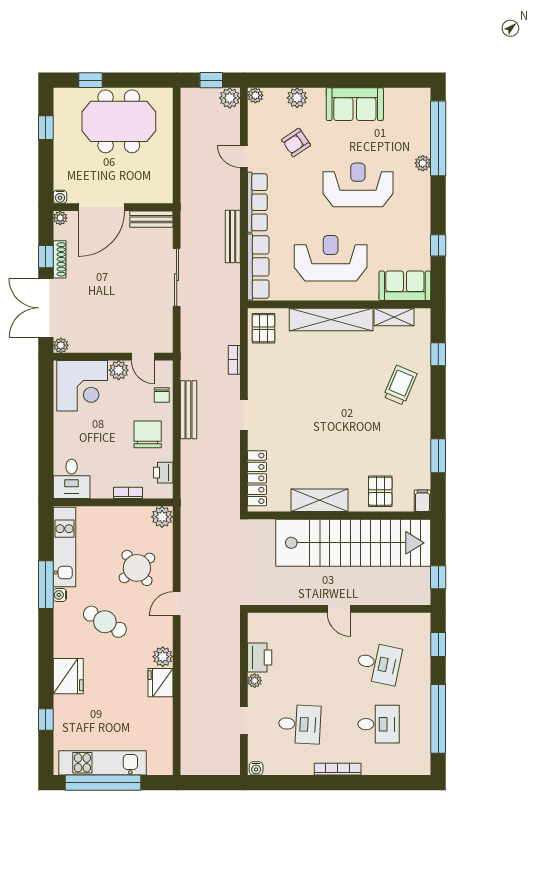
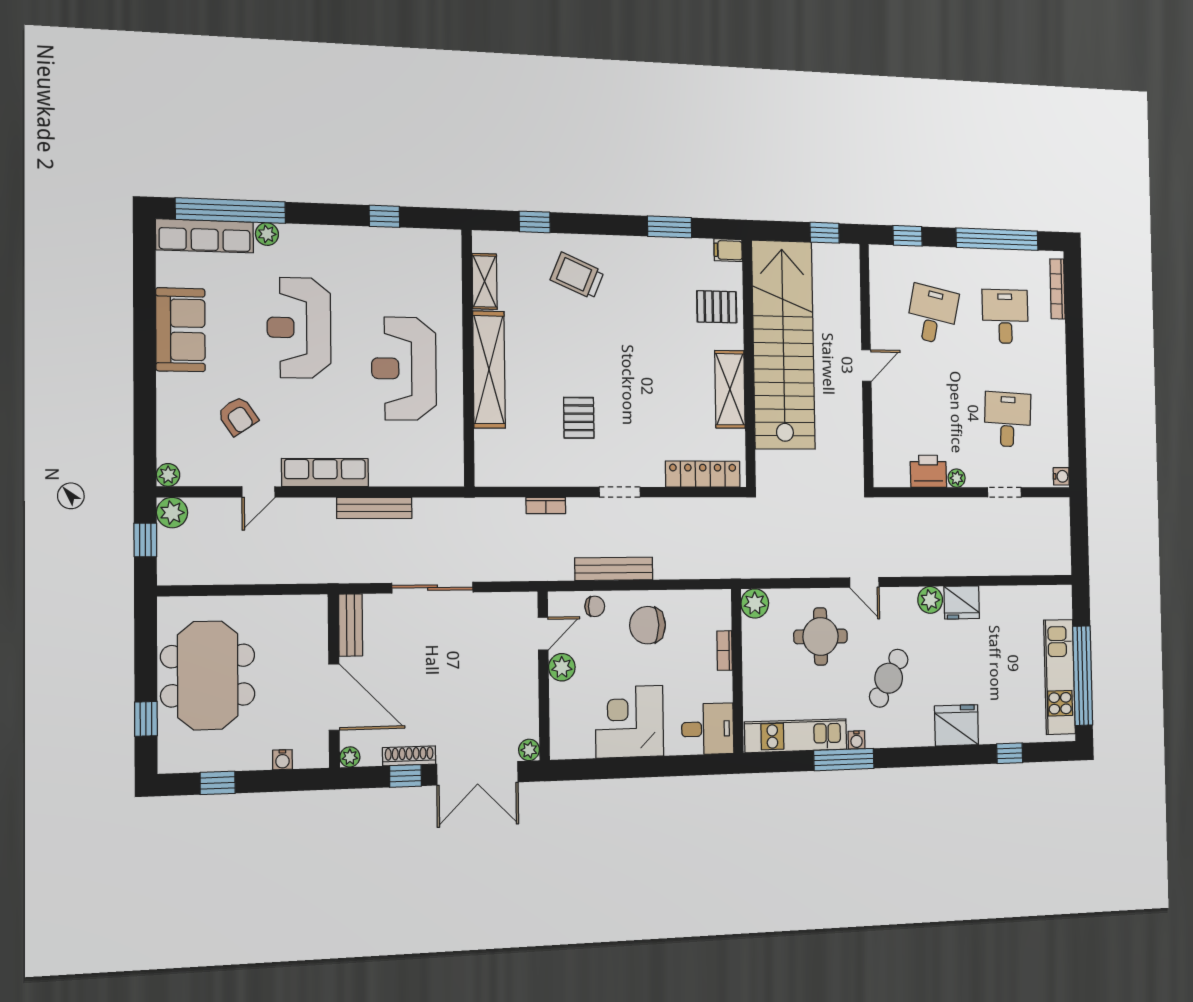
plant: (297, 98) -> (171, 414), removed
water cooler: (60, 197) -> (282, 760), moved, turned 90
row of seats: (258, 267) -> (205, 236), moved, turned 180
sofa: (405, 286) -> (441, 265), removed
pallet: (263, 328) -> (579, 418), moved, turned 90
corner desk: (82, 386) -> (629, 722), moved, turned -90
printer: (163, 473) -> (697, 603), removed
round table: (137, 568) -> (821, 636), turned 38
bookcase: (338, 769) -> (1057, 289), moved

